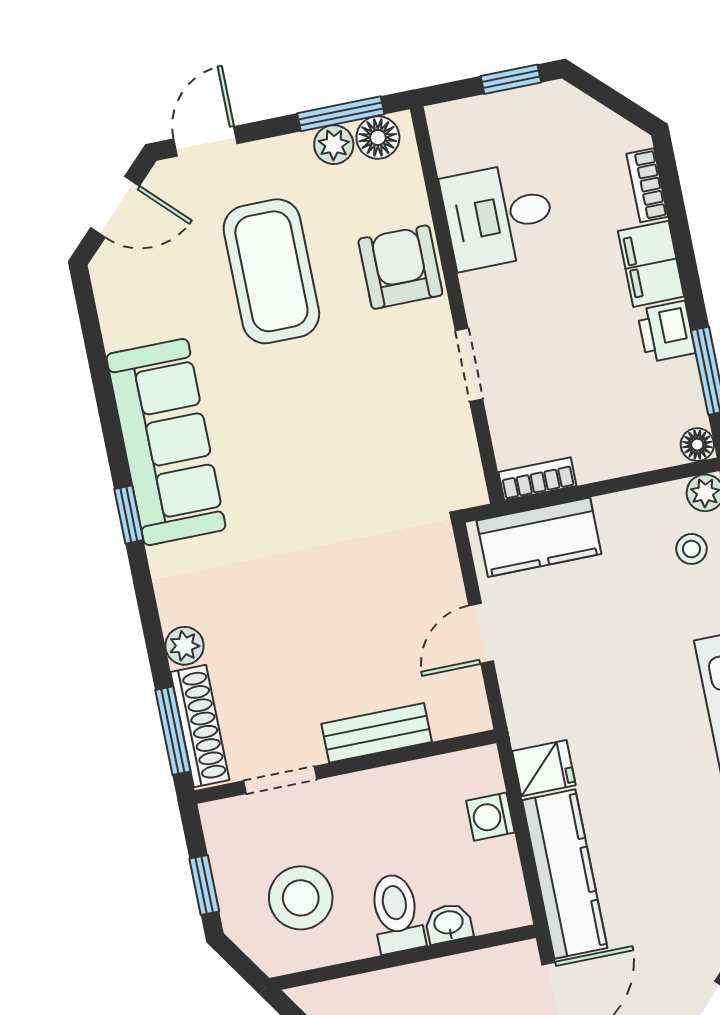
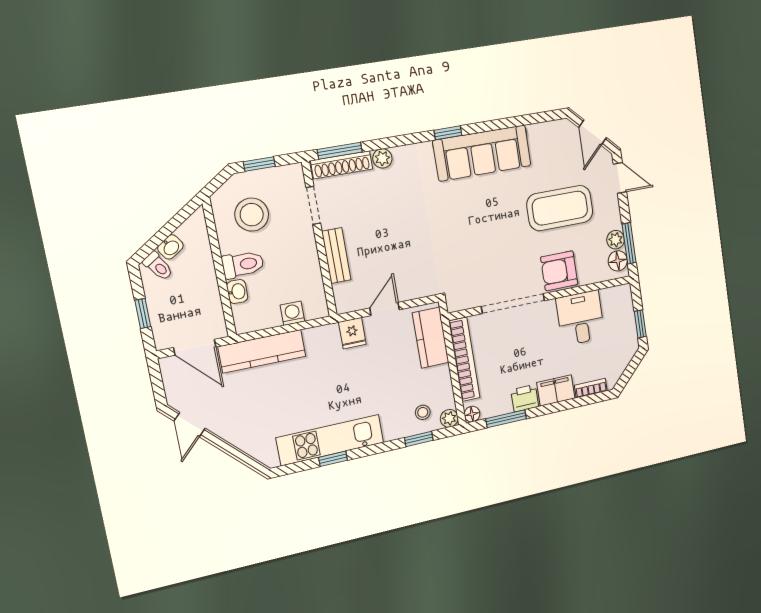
armchair: (400, 267) -> (559, 271), turned 180
doorway: (469, 365) -> (513, 304), width x1.88
bookcase: (537, 479) -> (464, 359), width x2.31, depth x1.31
door: (481, 633) -> (385, 309), hinge flipped
fridge: (544, 768) -> (352, 333), moved

